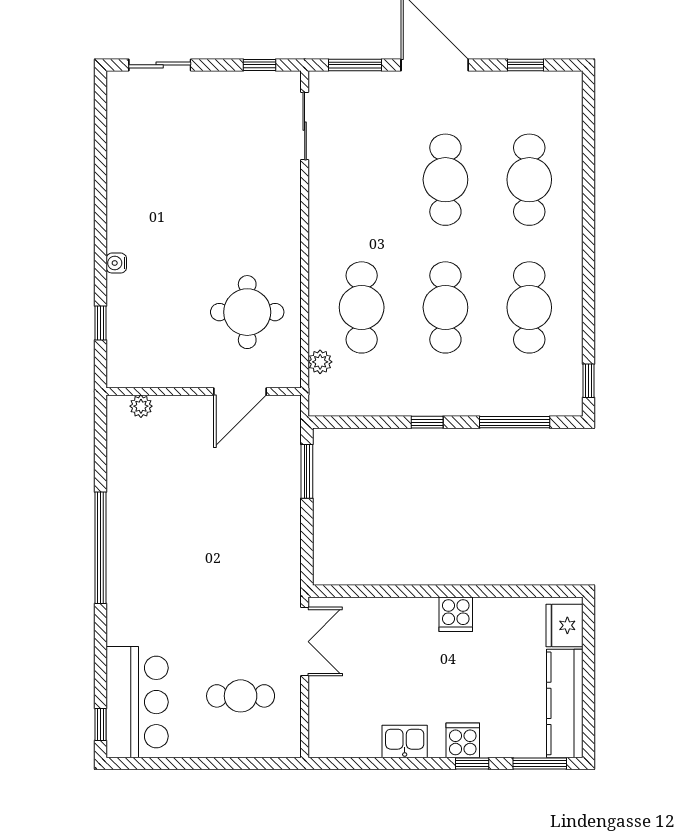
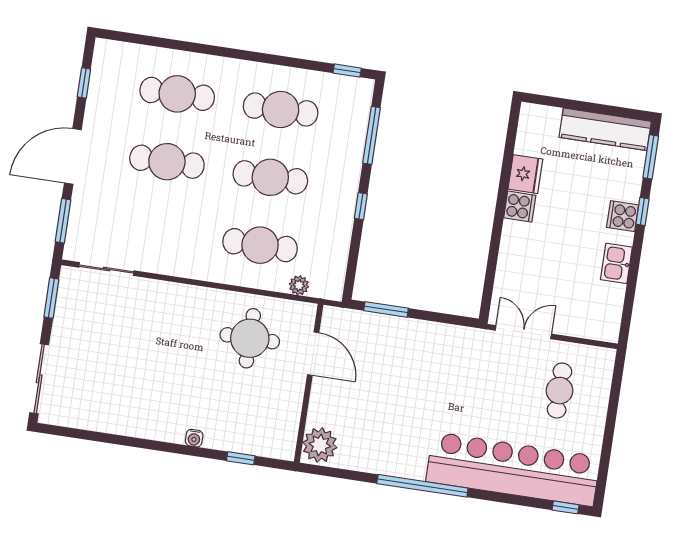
sliding door: (160, 65) -> (39, 379), width x1.37
window: (260, 65) -> (51, 298), width x1.50
plant: (141, 406) -> (320, 445), width x1.88, depth x1.88
fridge: (564, 625) -> (525, 174), moved, turned -90
bar counter: (137, 702) -> (513, 469), width x1.86

